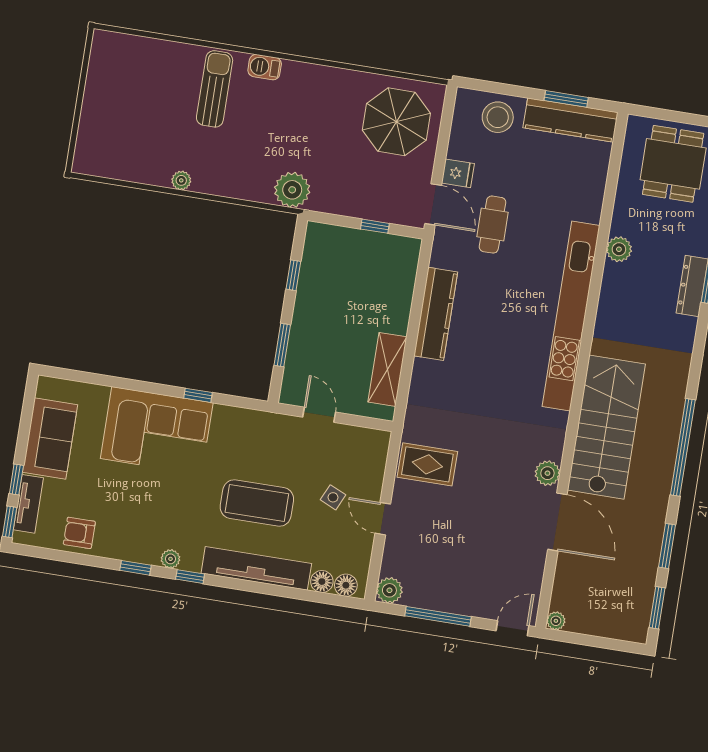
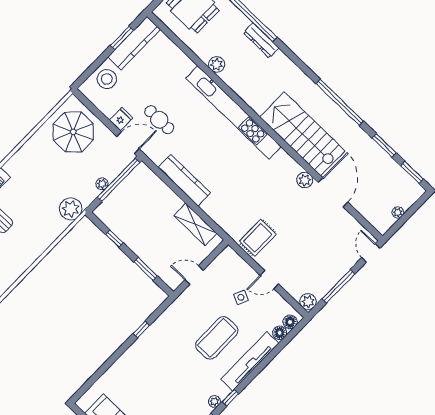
plant: (181, 180) -> (102, 184), moved
window: (375, 226) -> (118, 180), width x3.17
corner sofa: (157, 431) -> (145, 363), removed
door: (557, 522) -> (333, 192), hinge flipped
plant: (556, 621) -> (398, 212), moved

